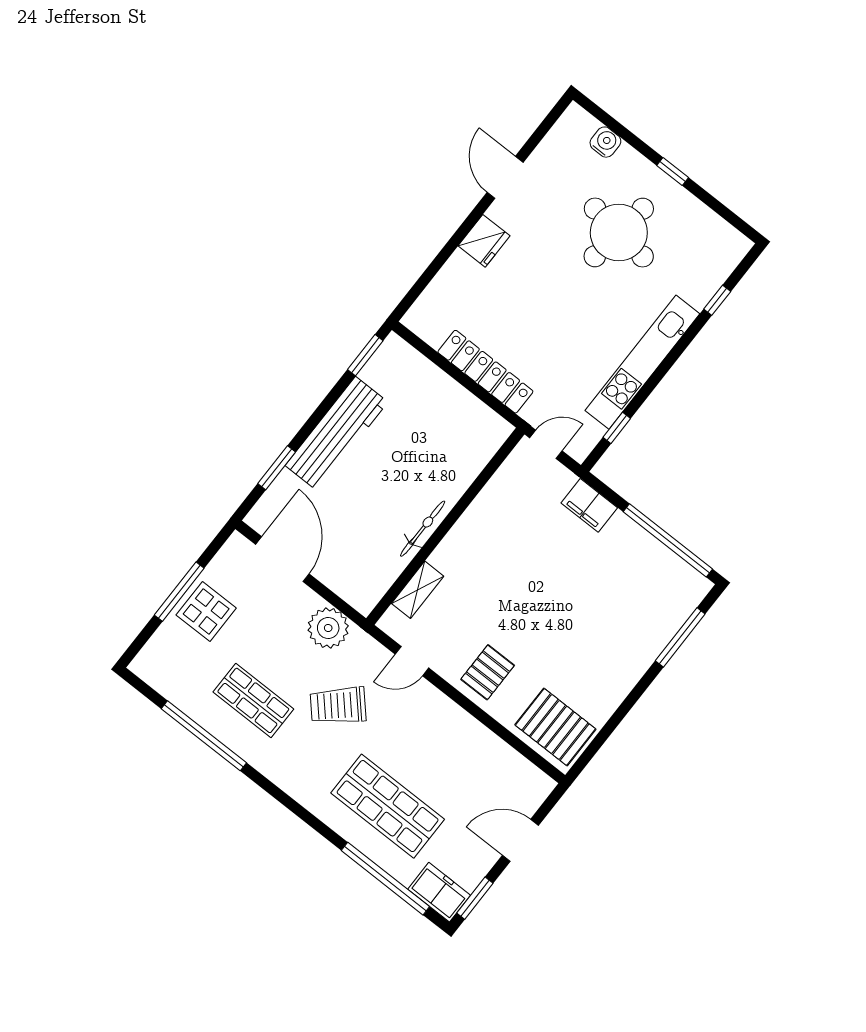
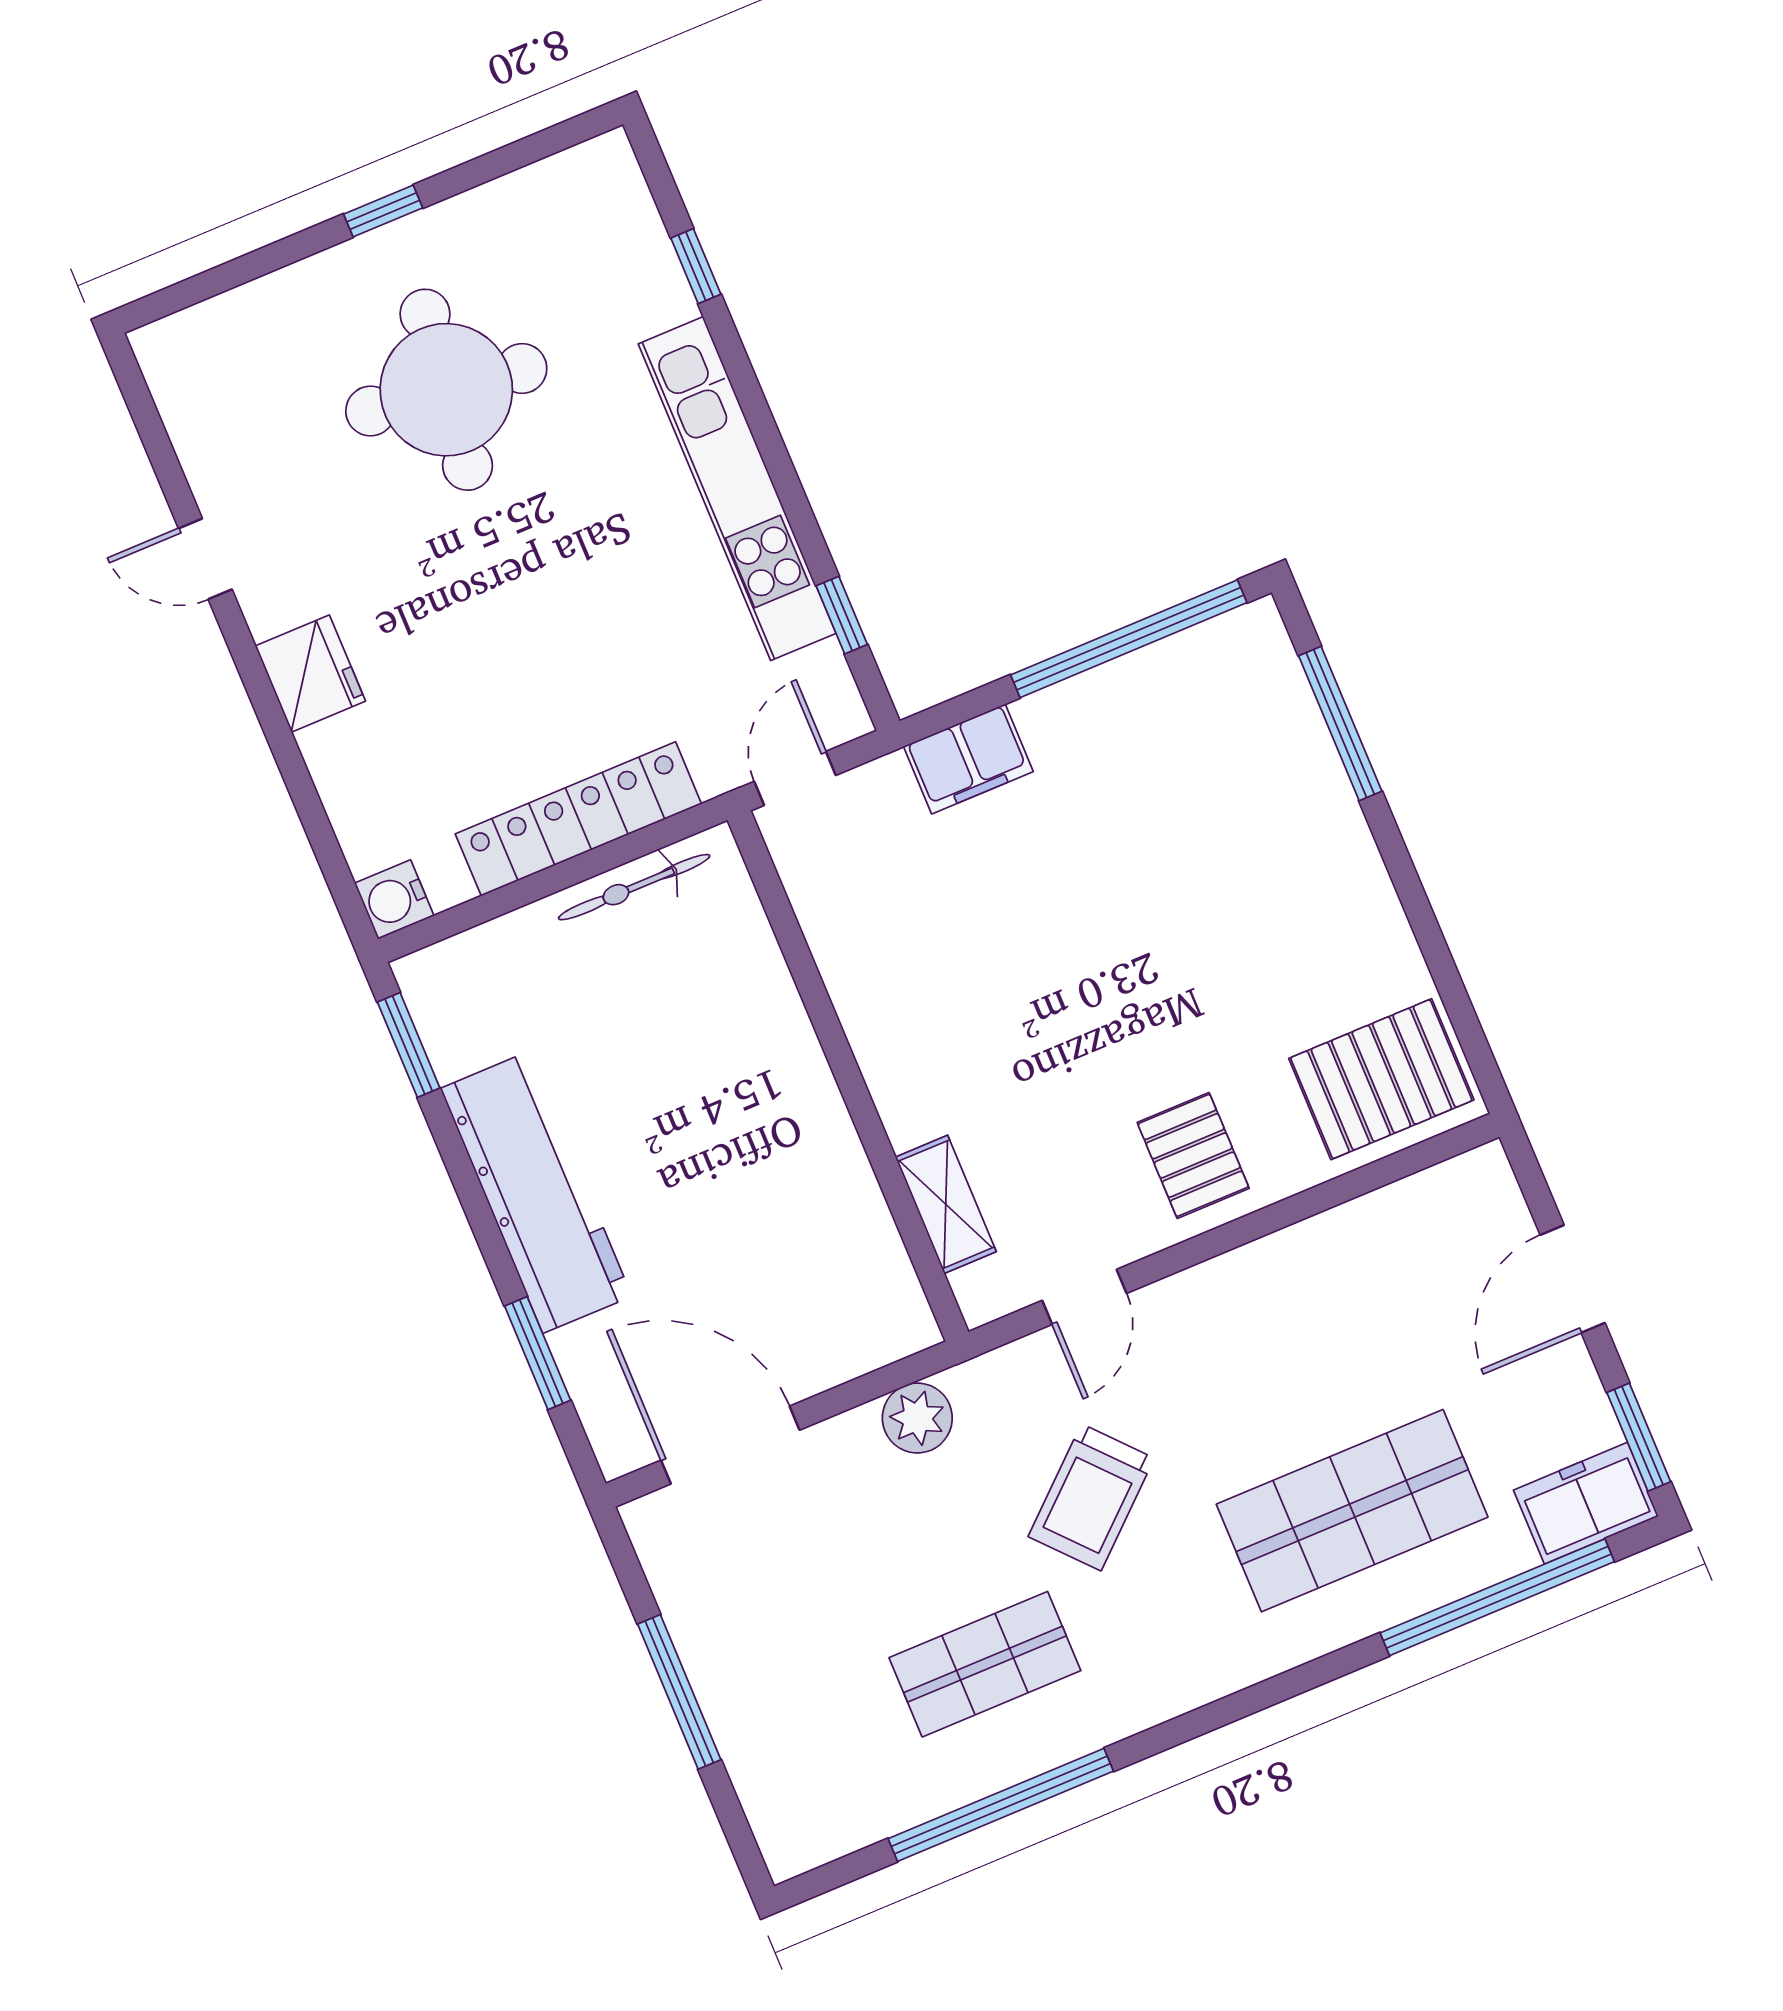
water cooler: (605, 142) -> (394, 900), moved, turned -90
door: (505, 177) -> (205, 559), width x0.73
bicycle: (423, 529) -> (634, 887), moved, turned -90
display table: (206, 611) -> (750, 1659), removed
plant: (328, 628) -> (917, 1418), width x0.73, depth x0.73

